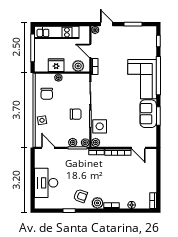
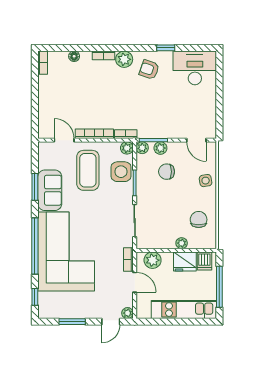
door: (107, 24) -> (111, 322), hinge flipped
dishwasher: (43, 65) -> (204, 261), added
corner sofa: (142, 79) -> (66, 251), width x1.36, depth x1.36
chair: (76, 114) -> (167, 172), moved
coffee table: (122, 127) -> (88, 170), added
desk: (46, 183) -> (195, 68), moved, turned -90

